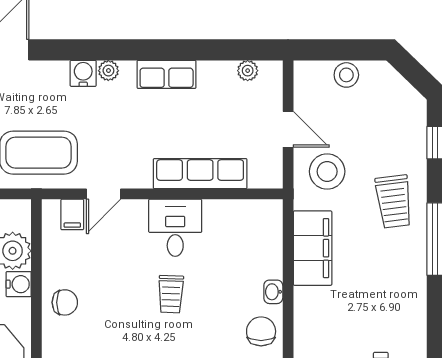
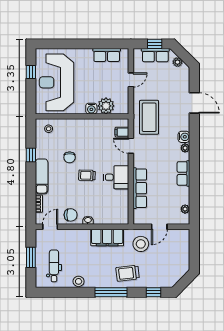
stool: (346, 75) -> (79, 281), moved
chair: (65, 302) -> (70, 157), moved

